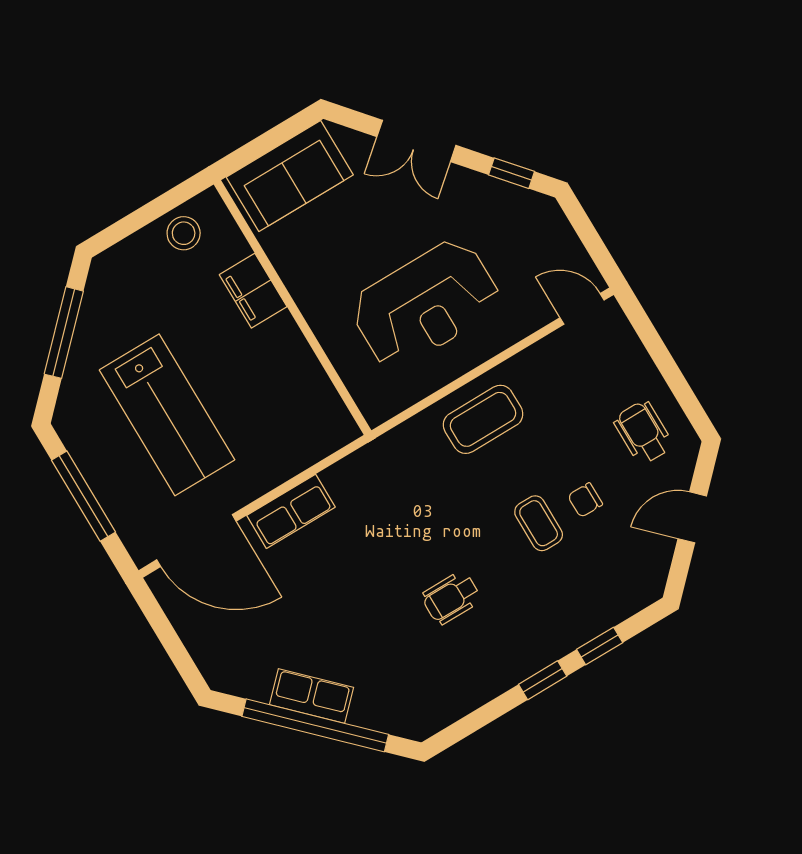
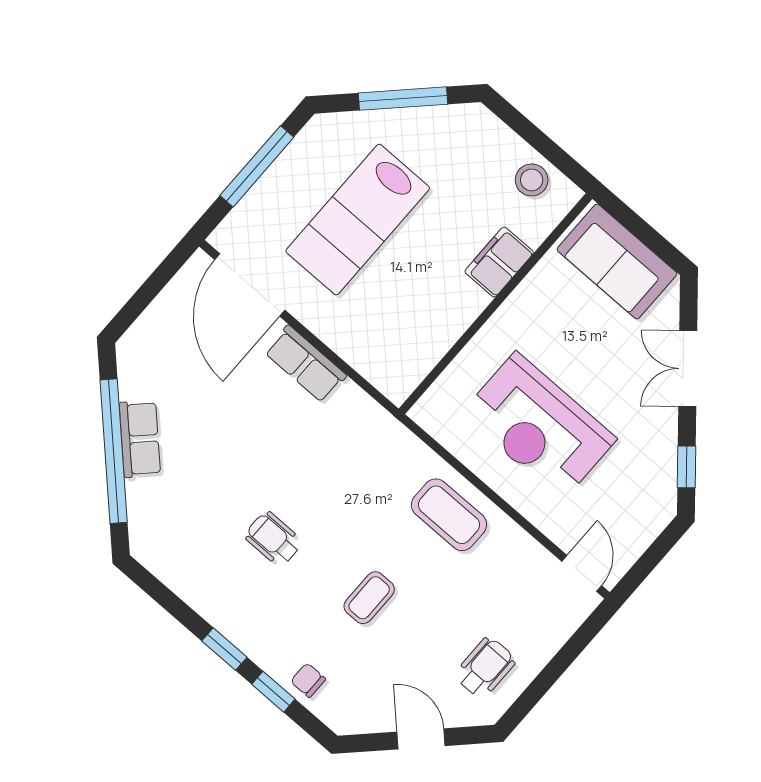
chair: (585, 500) -> (308, 680), moved

